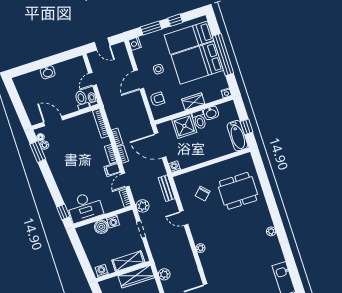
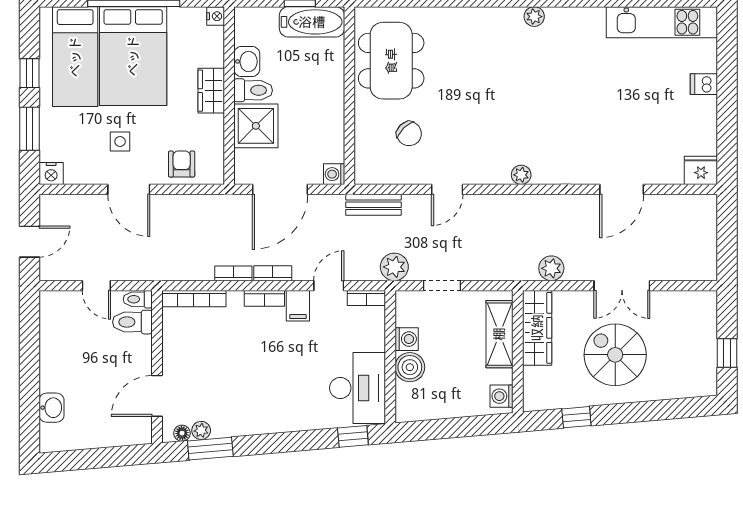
washbasin: (48, 72) -> (52, 408), moved
door: (125, 180) -> (329, 286), swing flipped
dining table: (238, 191) -> (391, 61), moved

